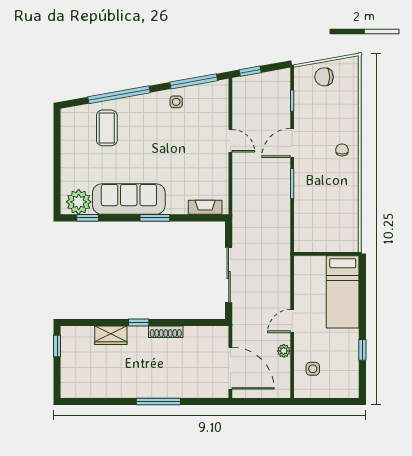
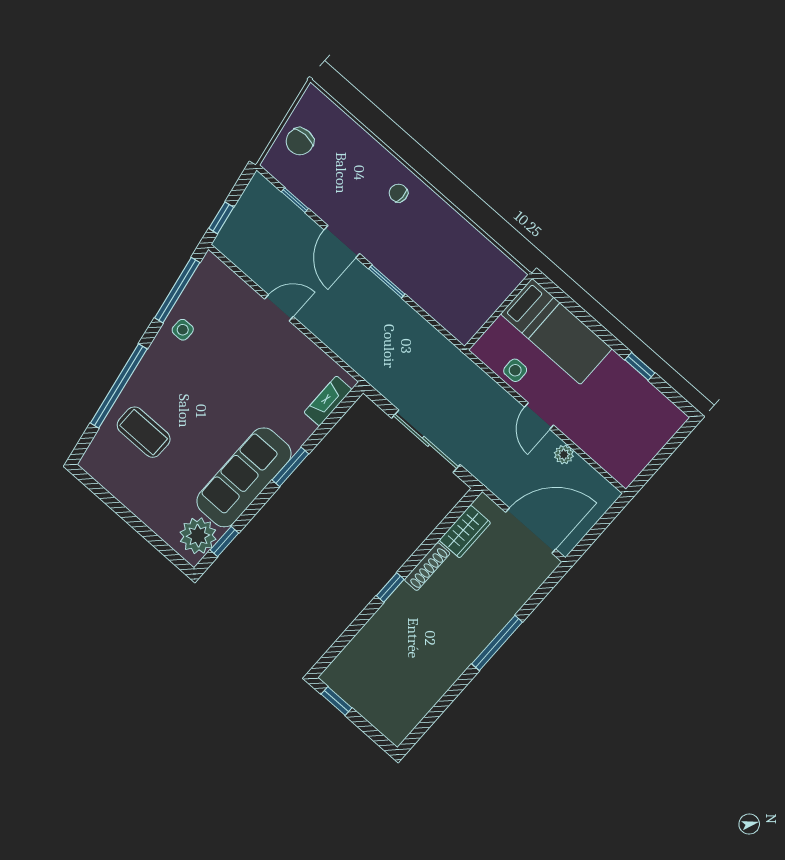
wardrobe: (111, 335) -> (465, 532), moved
side table: (313, 369) -> (515, 370), moved

